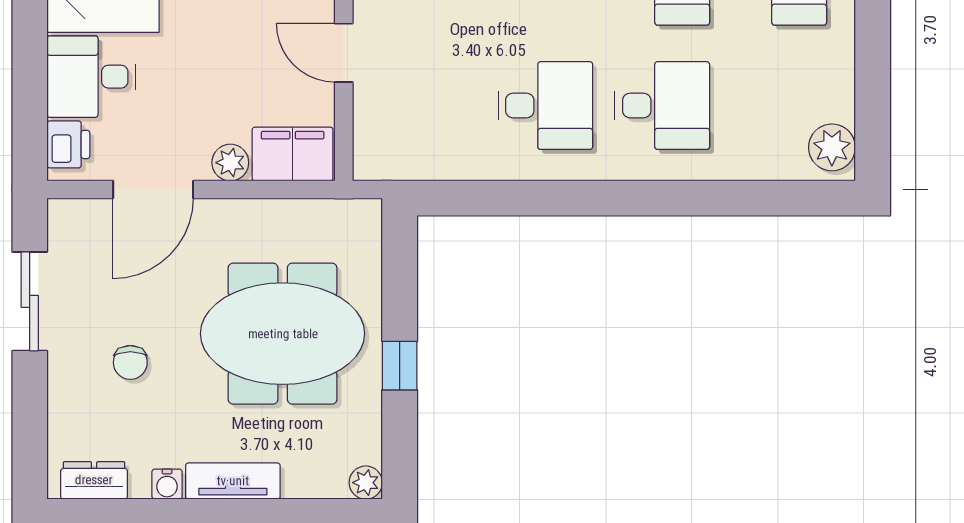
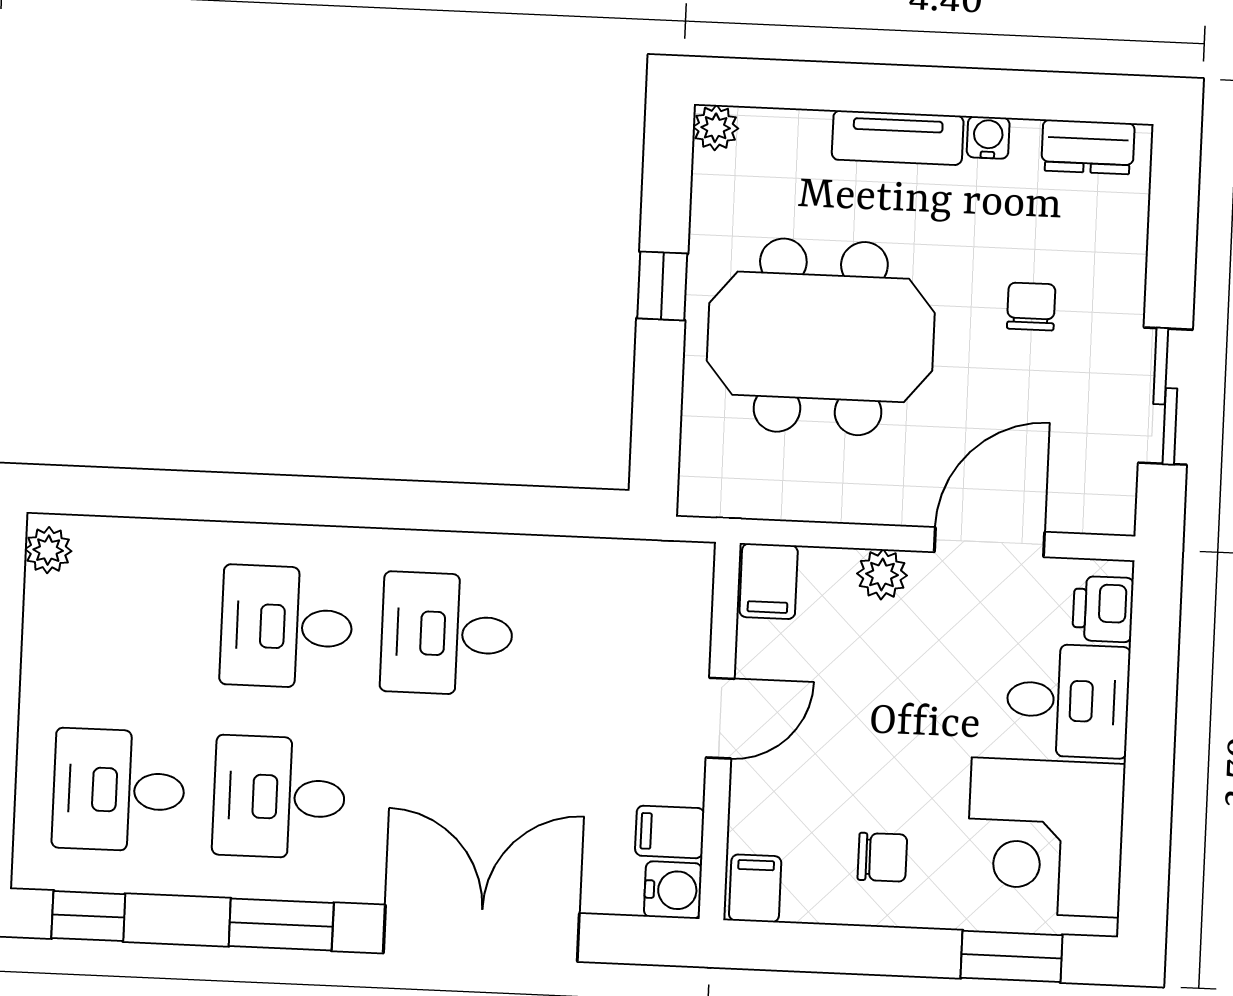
door: (344, 53) -> (720, 718), hinge flipped
plant: (832, 147) -> (48, 550), width x0.73, depth x0.73
filing cabinet: (293, 154) -> (769, 581), width x0.50

